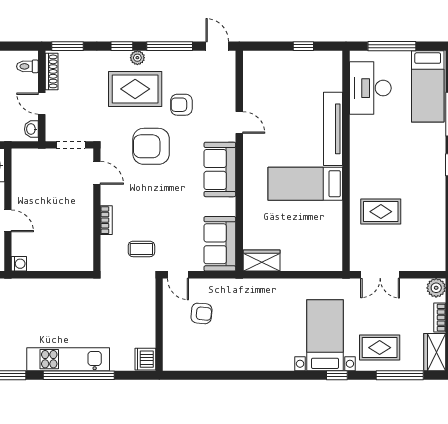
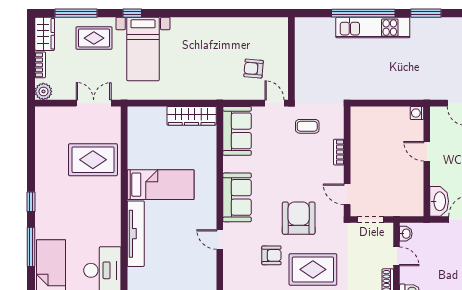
armchair: (151, 146) -> (299, 218), turned -90
rug: (381, 212) -> (93, 160), width x1.36, depth x1.43
wardrobe: (262, 261) -> (192, 116), width x1.50
dishwasher: (145, 359) -> (304, 28), removed

